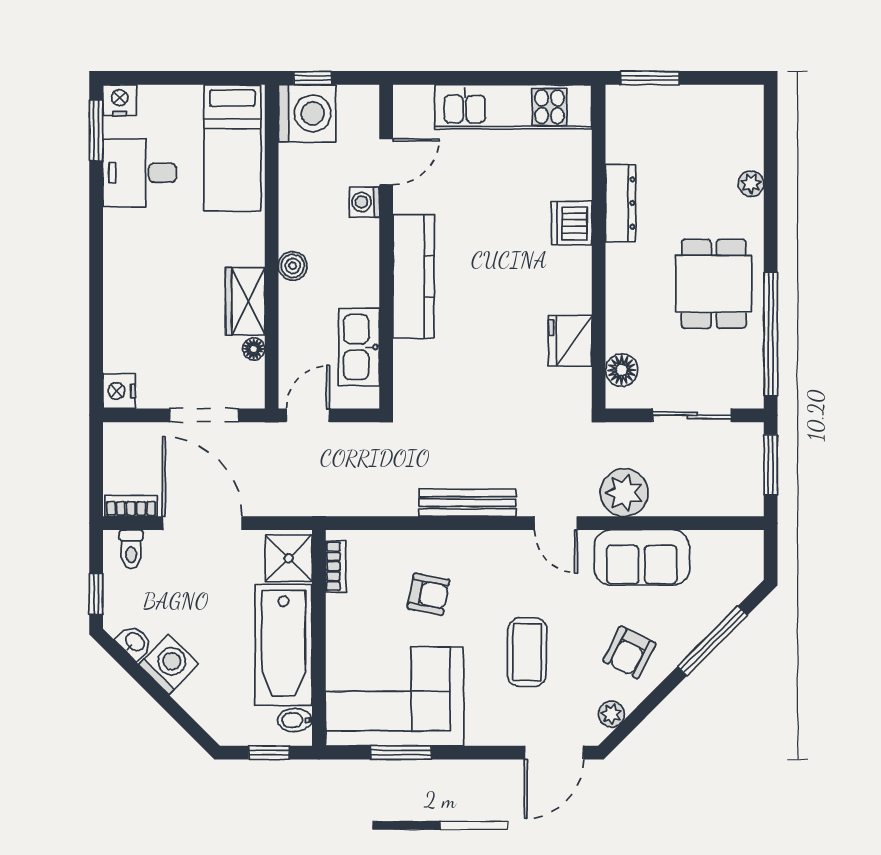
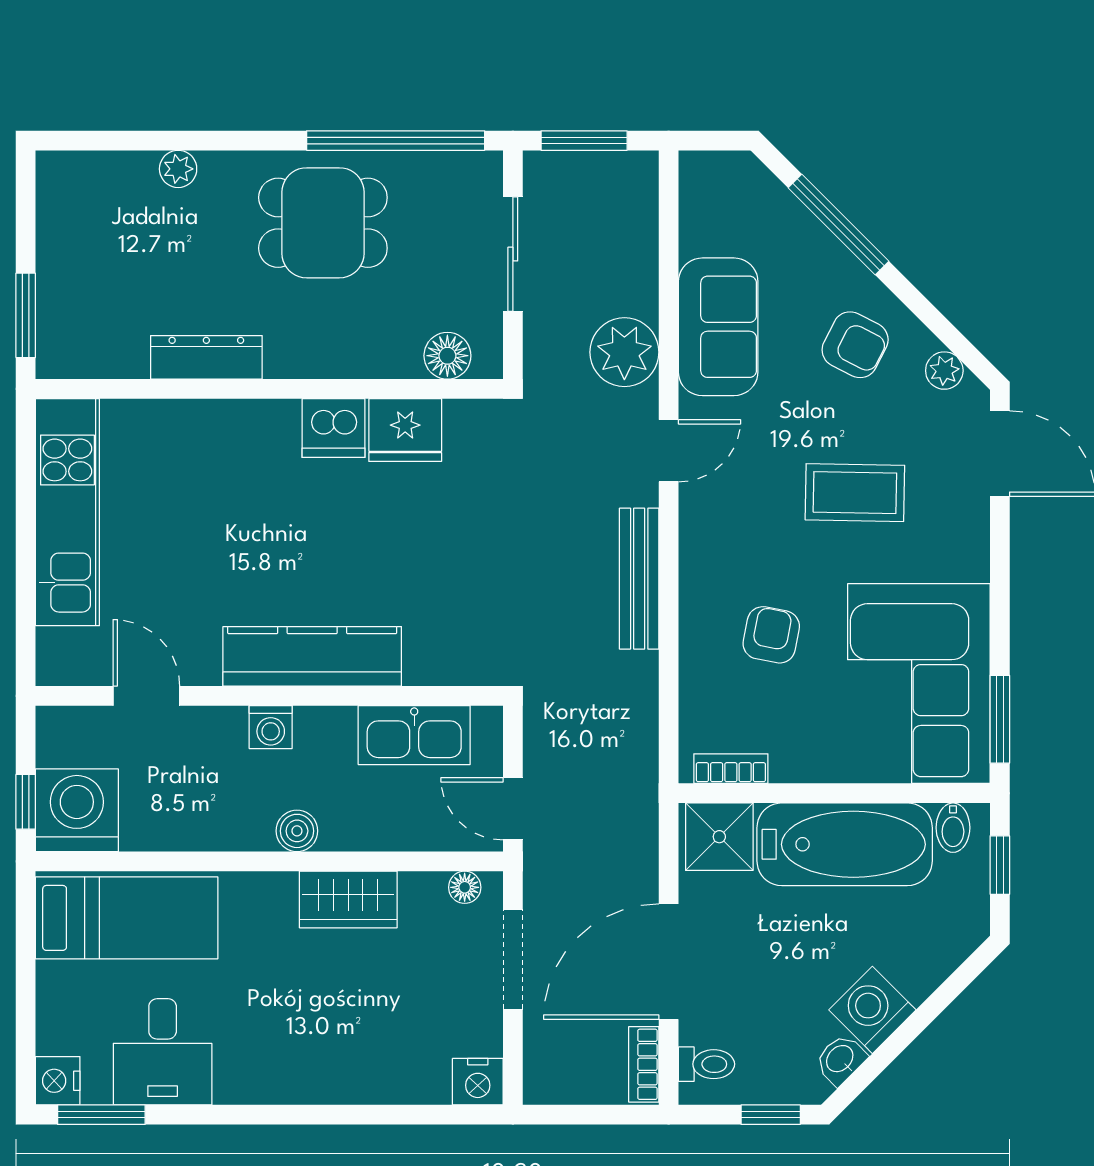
washing machine: (365, 202) -> (271, 727), moved
dishwasher: (572, 223) -> (333, 428), moved
floor lamp: (254, 349) -> (465, 887), moved
window: (401, 753) -> (1000, 719), moved

